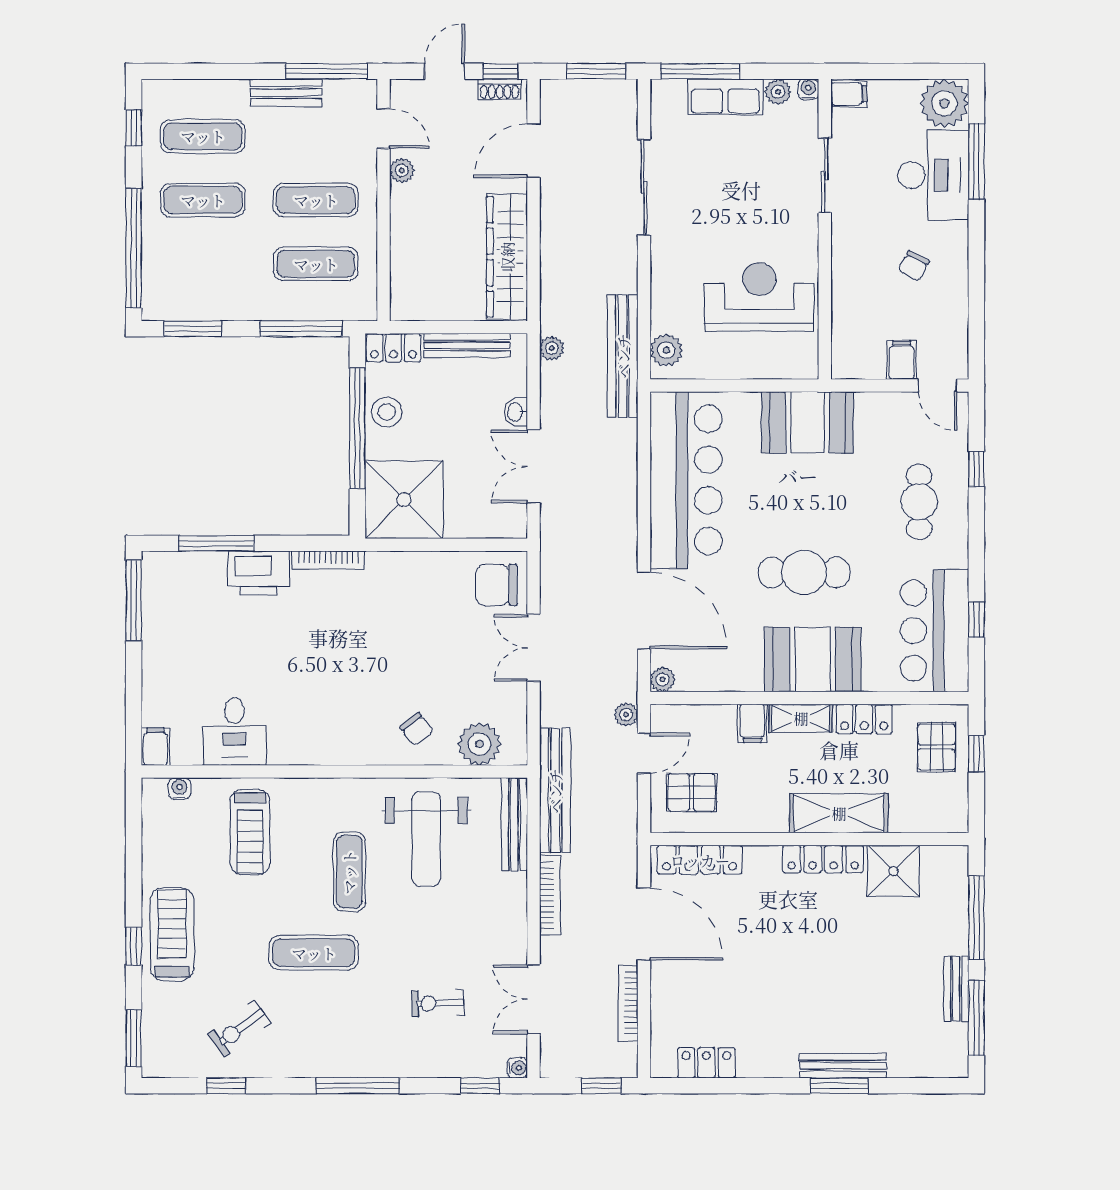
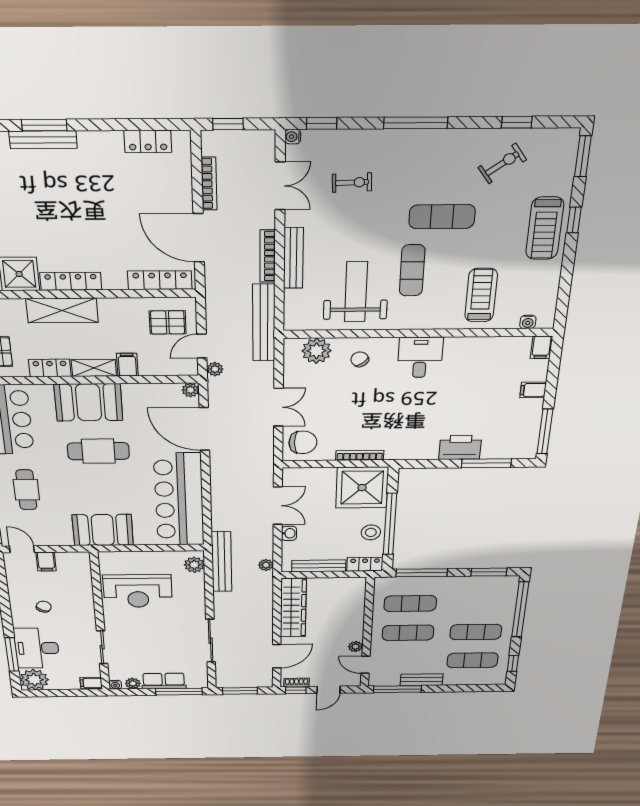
bookcase: (328, 560) -> (360, 455), moved
filing cabinet: (159, 674) -> (533, 390), added
desk: (234, 732) -> (420, 357), moved
bench: (514, 824) -> (293, 258), moved

